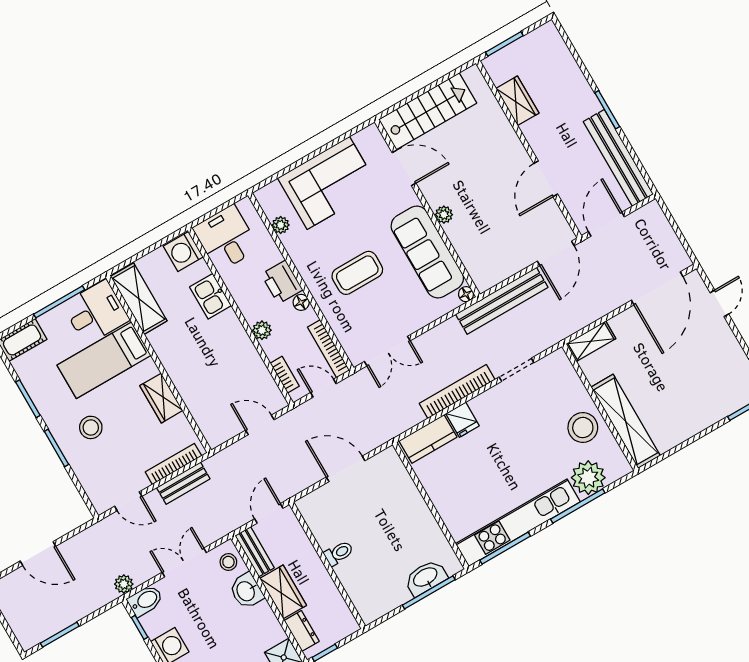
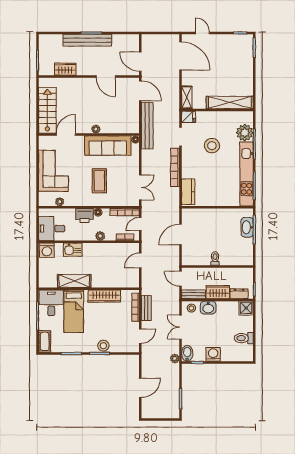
bench: (618, 158) -> (87, 40), moved
shelving: (139, 299) -> (74, 281), moved
wardrobe: (161, 398) -> (104, 296), width x1.50
fridge: (462, 420) -> (189, 117), moved
stool: (91, 427) -> (103, 346), moved
stool: (583, 428) -> (212, 146), moved

